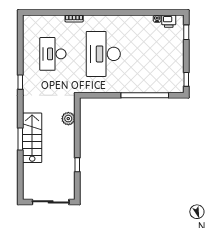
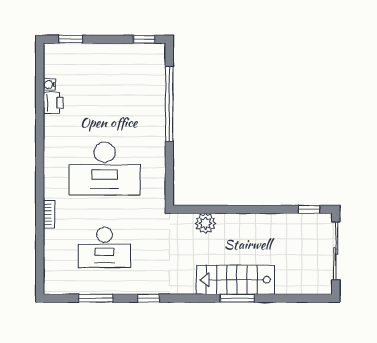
printer: (169, 21) -> (53, 103), moved
window: (20, 48) -> (96, 298), added
window: (77, 165) -> (309, 209), moved

